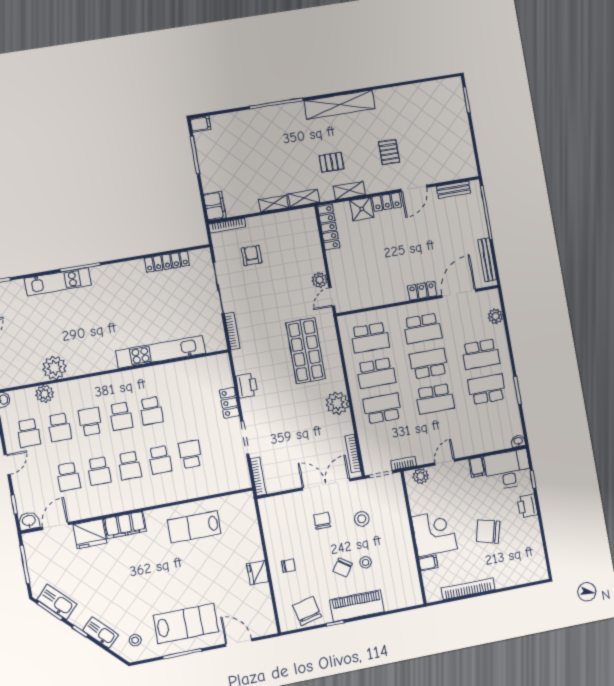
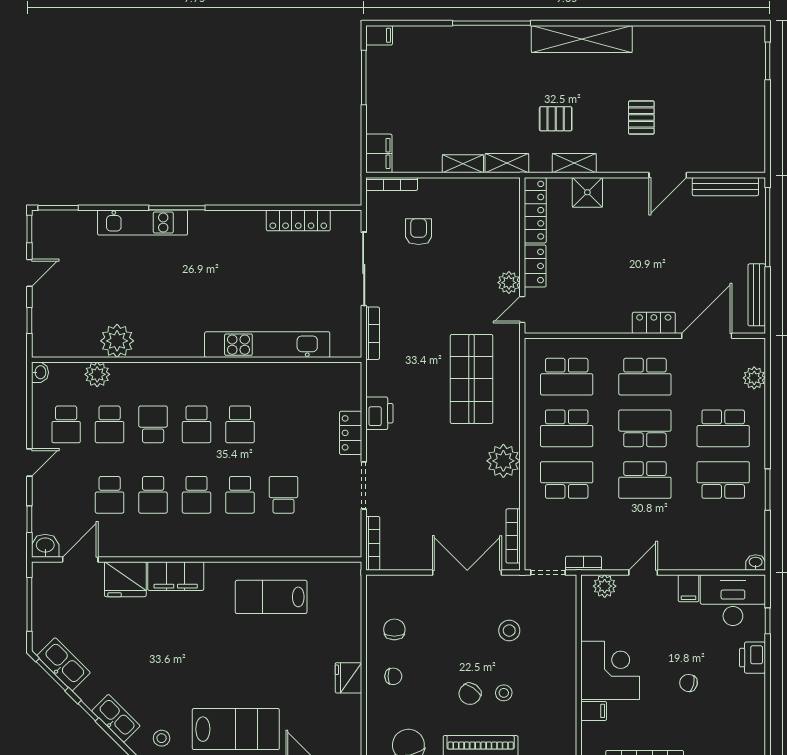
bench: (454, 190) -> (725, 187), width x1.36
locker: (387, 202) -> (535, 266), moved, turned -90
chair: (322, 521) -> (394, 629), moved
chair: (488, 531) -> (688, 683), width x0.54, depth x0.54

